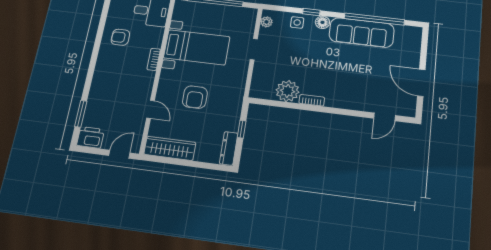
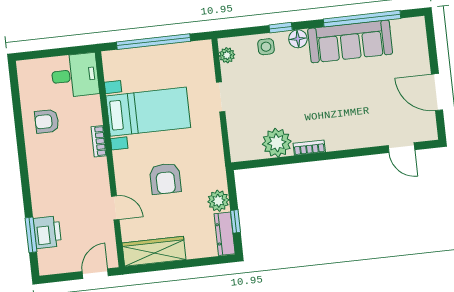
door: (384, 117) -> (401, 148), hinge flipped
plant: (231, 123) -> (218, 201), added
window: (242, 129) -> (235, 221), moved
printer: (90, 137) -> (47, 232), moved, turned 90

